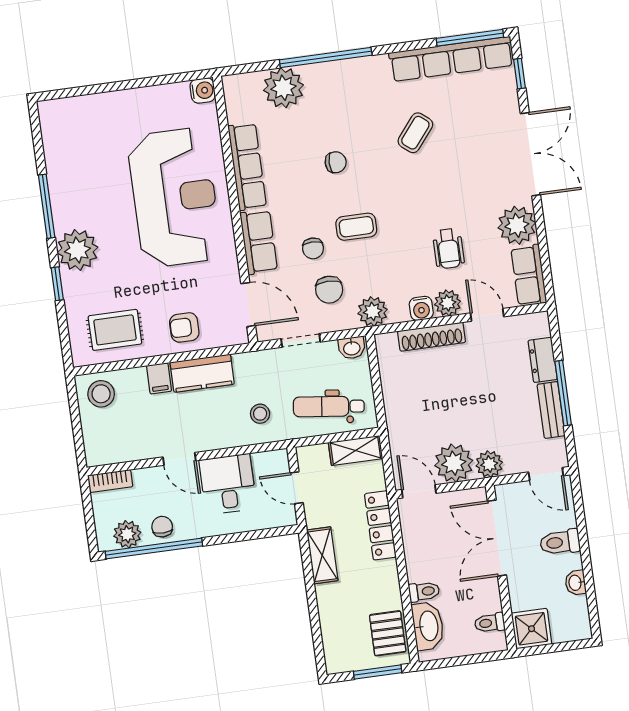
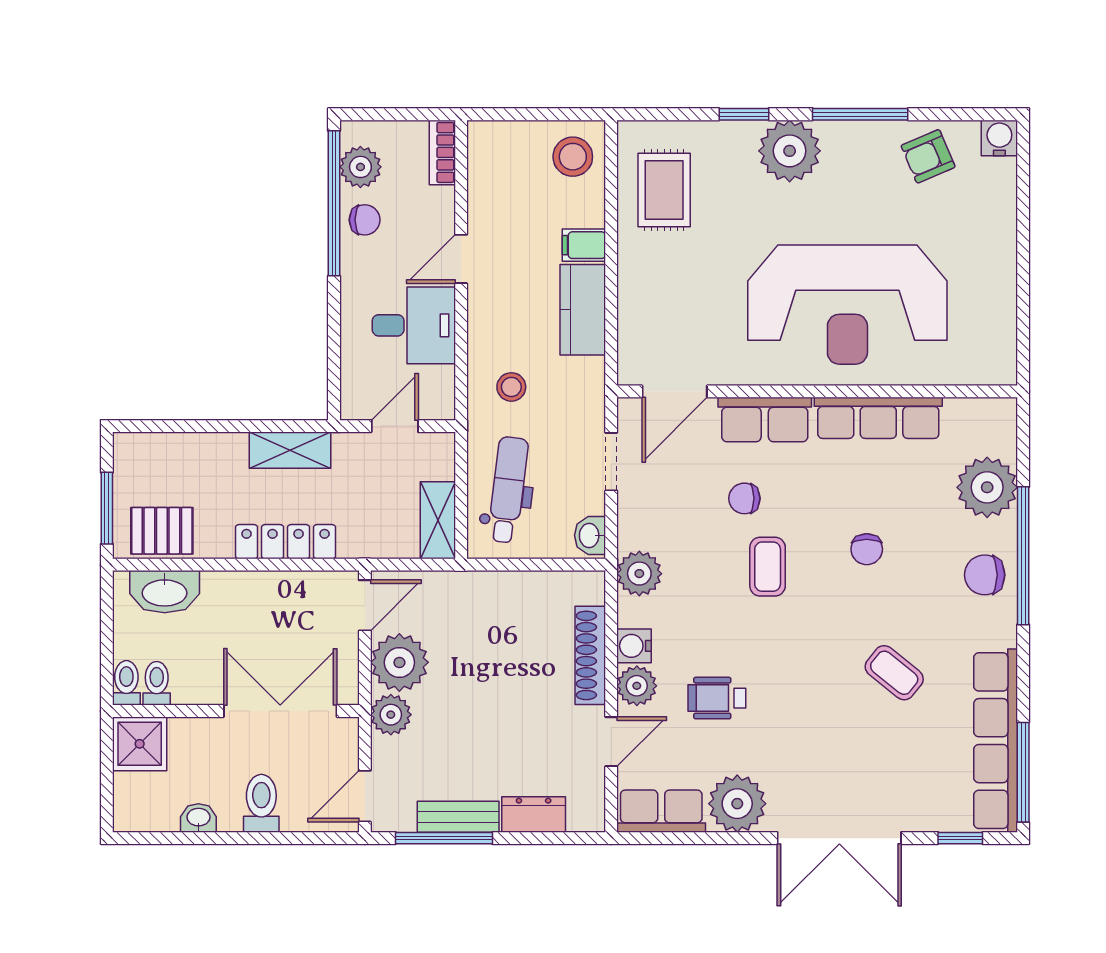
water cooler: (203, 90) -> (999, 138), moved, turned 180
chair: (329, 290) -> (985, 575), moved
armchair: (184, 327) -> (928, 156), moved, turned -113
window: (563, 393) -> (444, 838), moved
locker: (380, 525) -> (286, 542), moved
toilet: (424, 592) -> (126, 683), moved, turned 180

